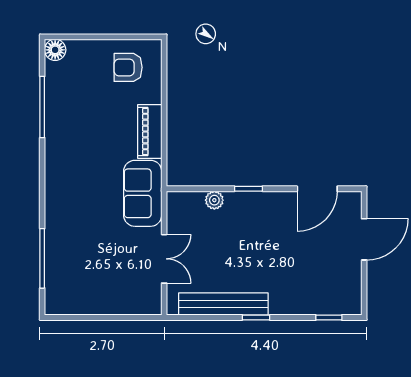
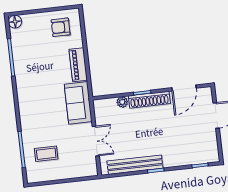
shoe rack: (259, 201) -> (149, 100), added
coffee table: (81, 270) -> (46, 154), added

